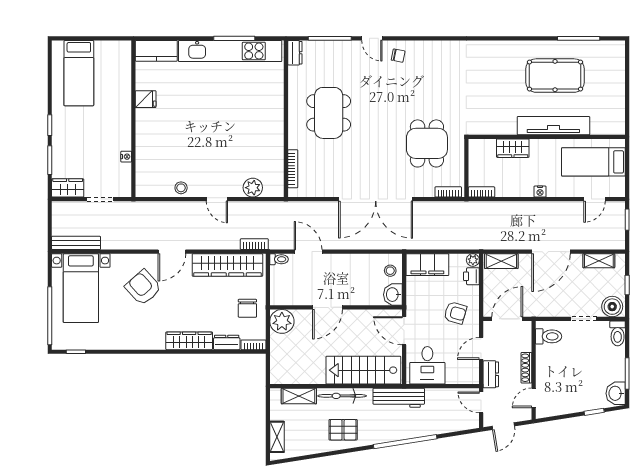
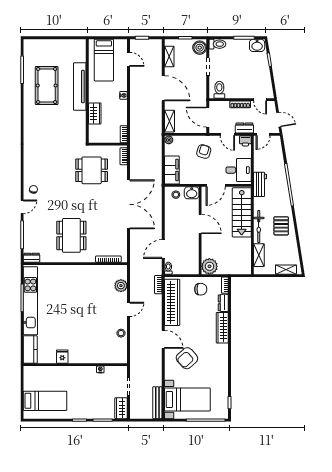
dining table: (329, 113) -> (71, 235), turned 90
printer: (471, 276) -> (245, 141), moved
door: (327, 307) -> (200, 224), moved
workbench: (399, 398) -> (260, 184), width x0.73

